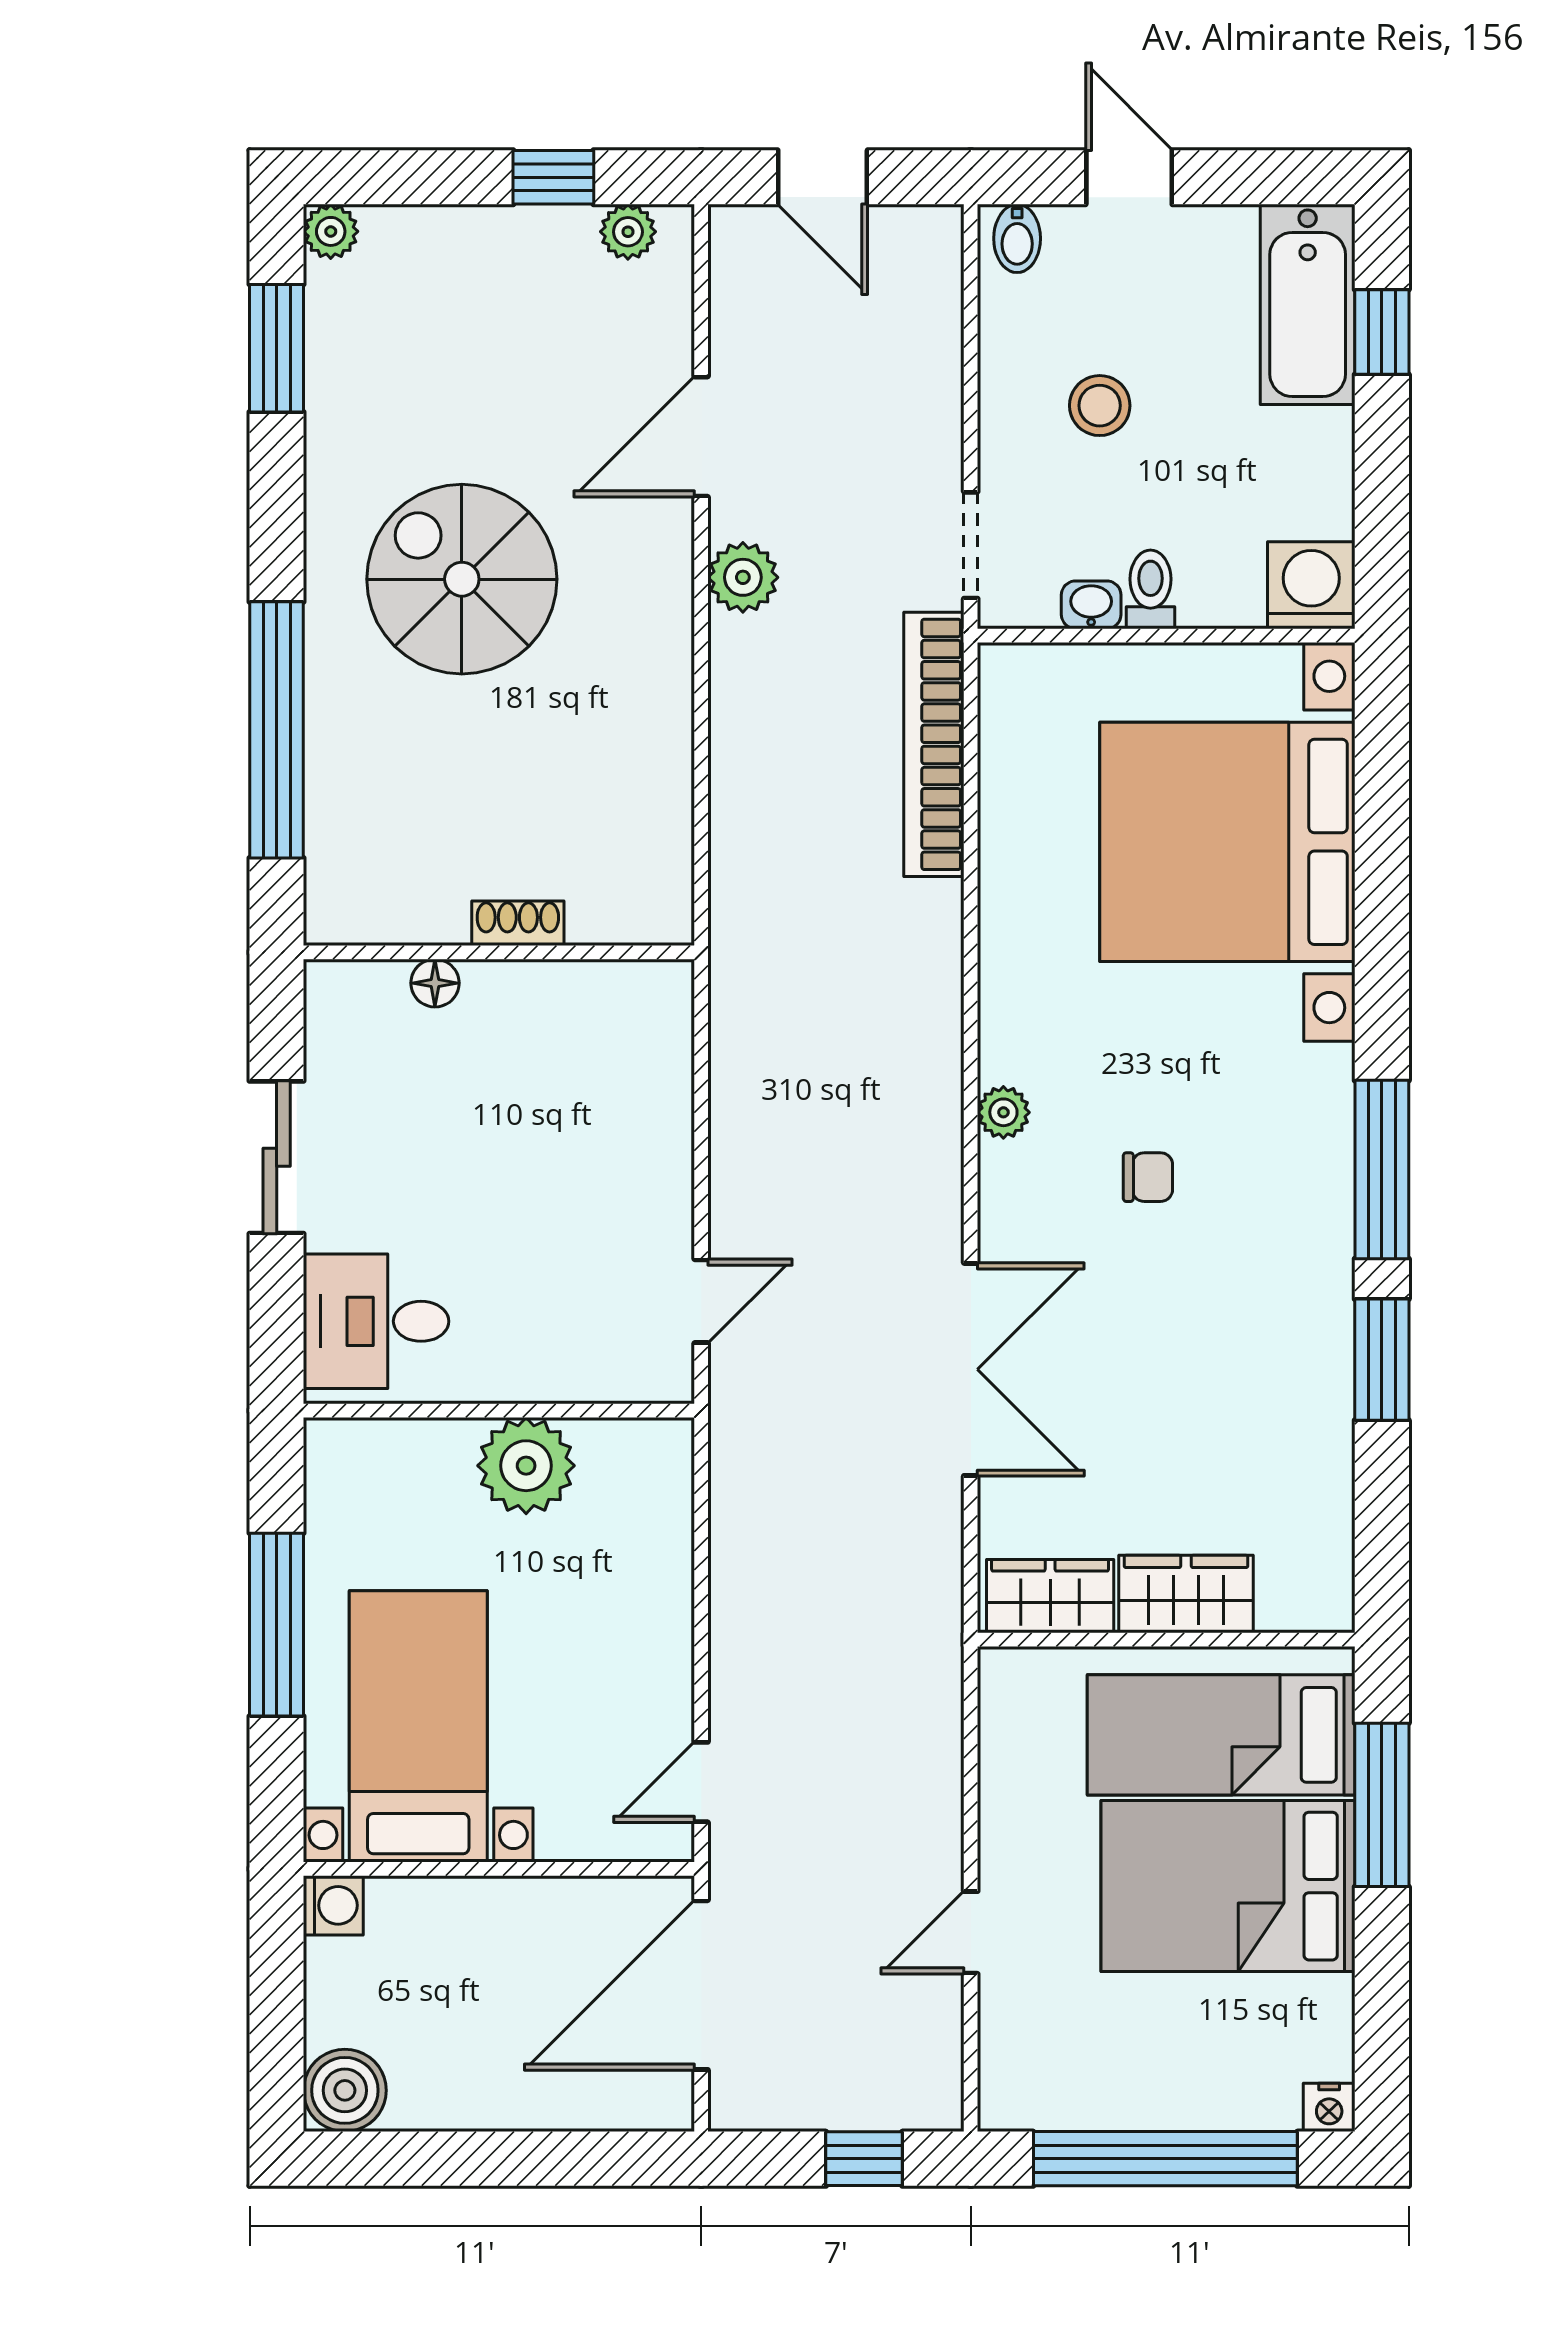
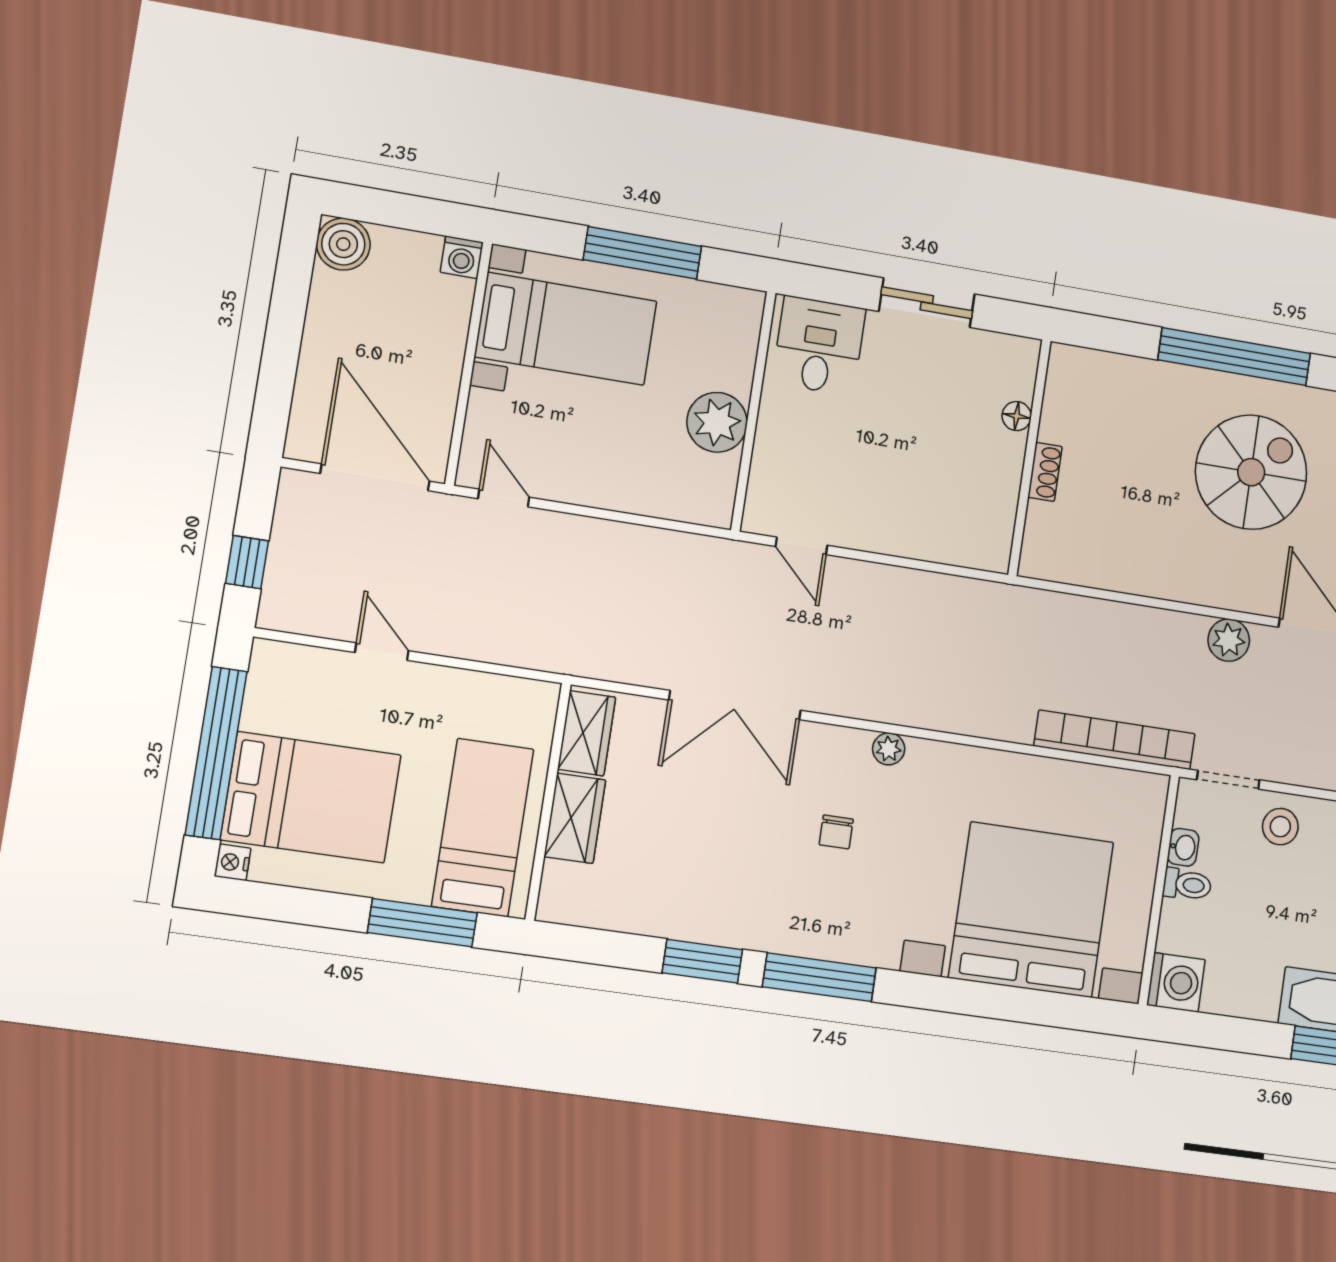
stool: (1100, 406) -> (1280, 827), moved
window: (277, 730) -> (1234, 357), moved
bed: (1228, 1886) -> (311, 797), moved, turned 90

